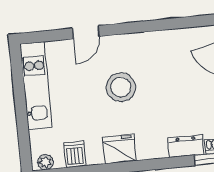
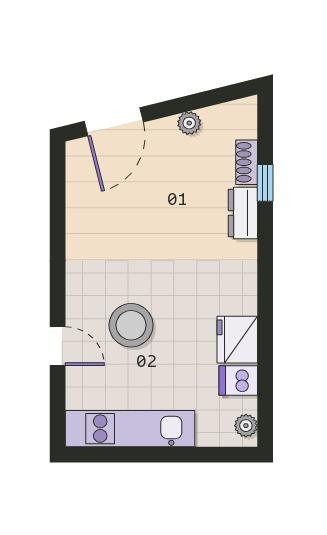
stool: (121, 87) -> (131, 325), moved
fridge: (119, 149) -> (237, 340), moved

